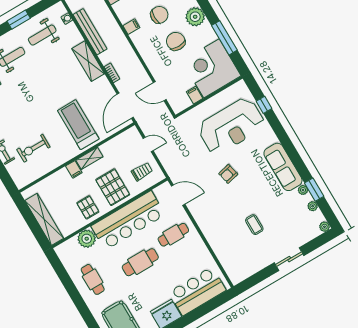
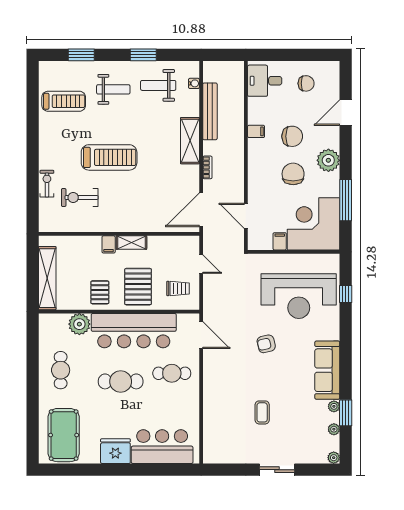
treadmill: (78, 125) -> (109, 157), moved, turned 90

